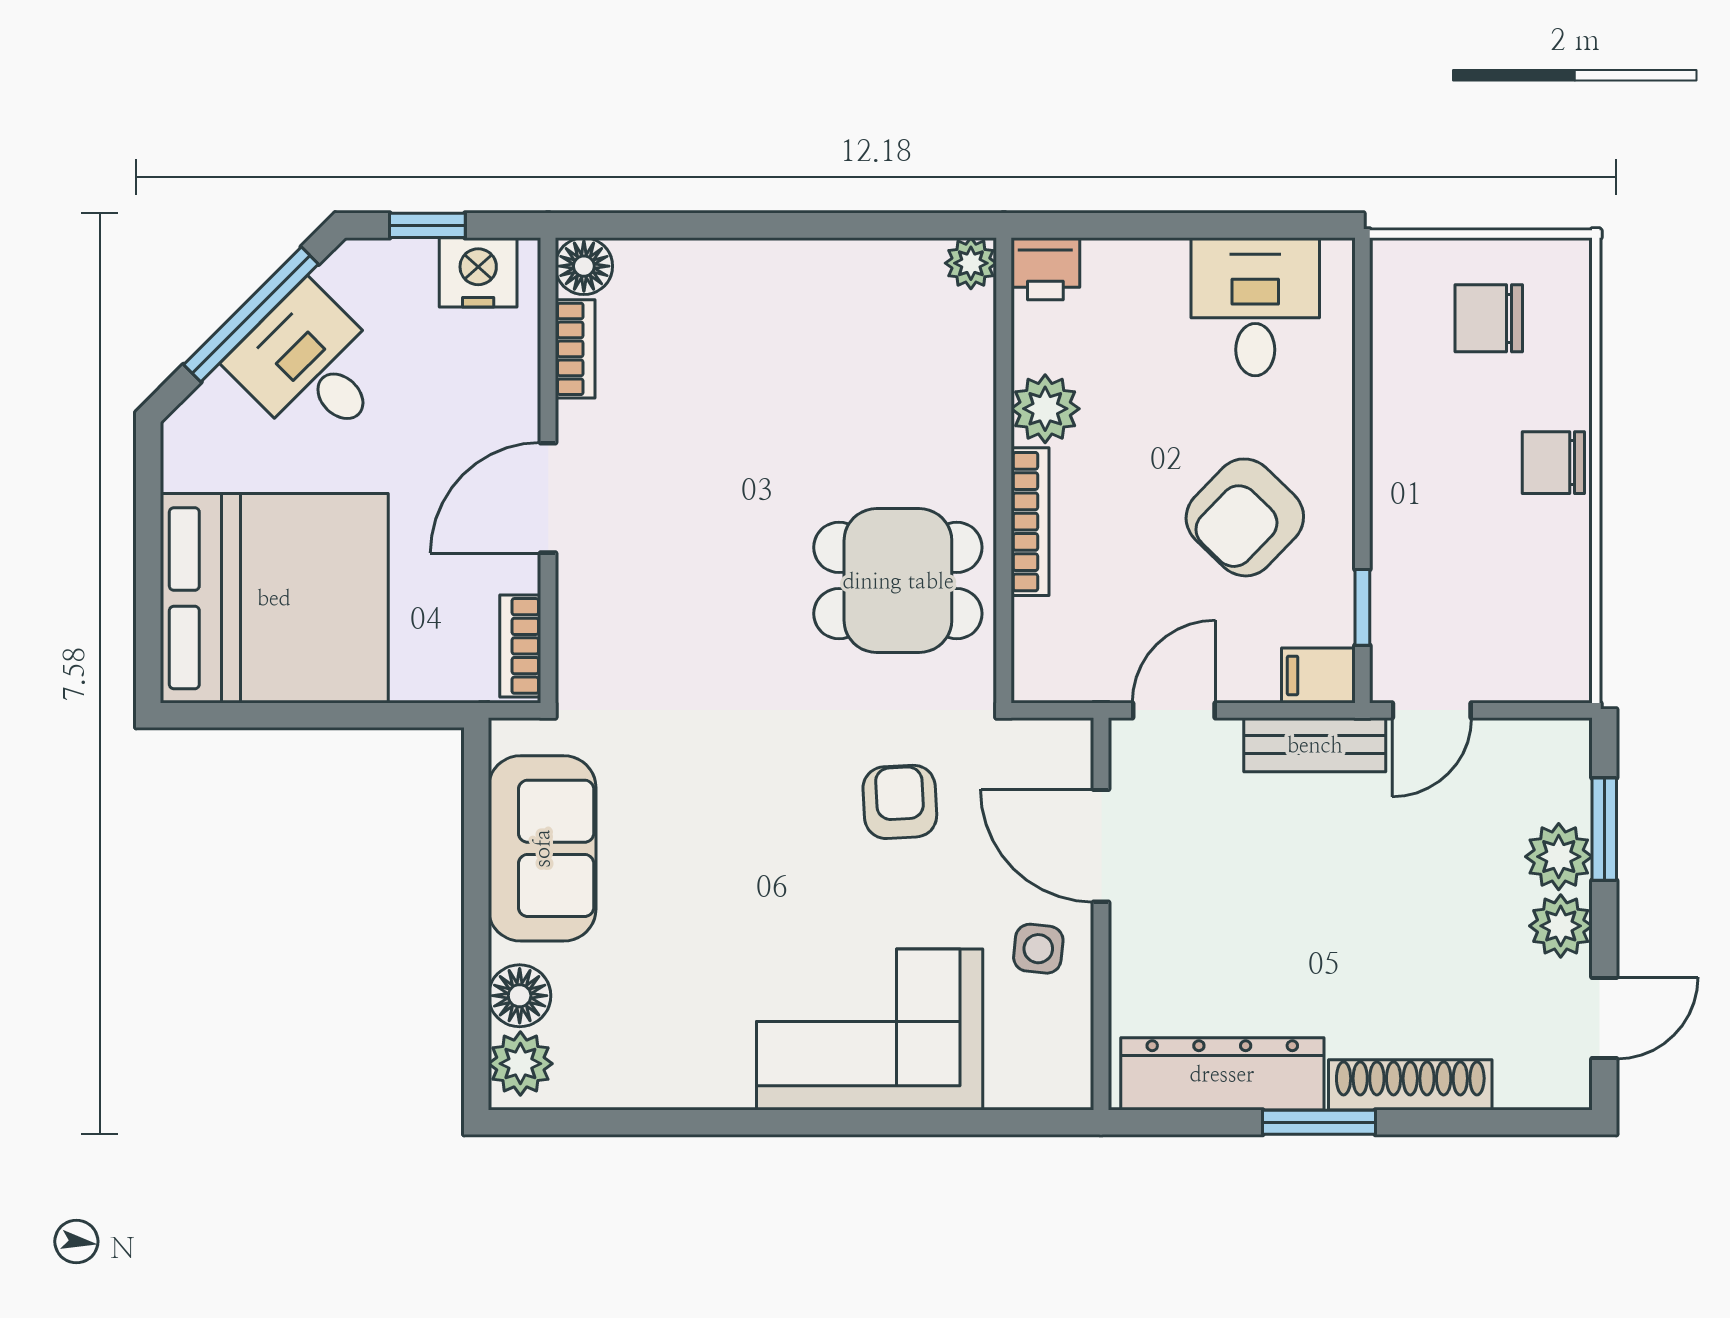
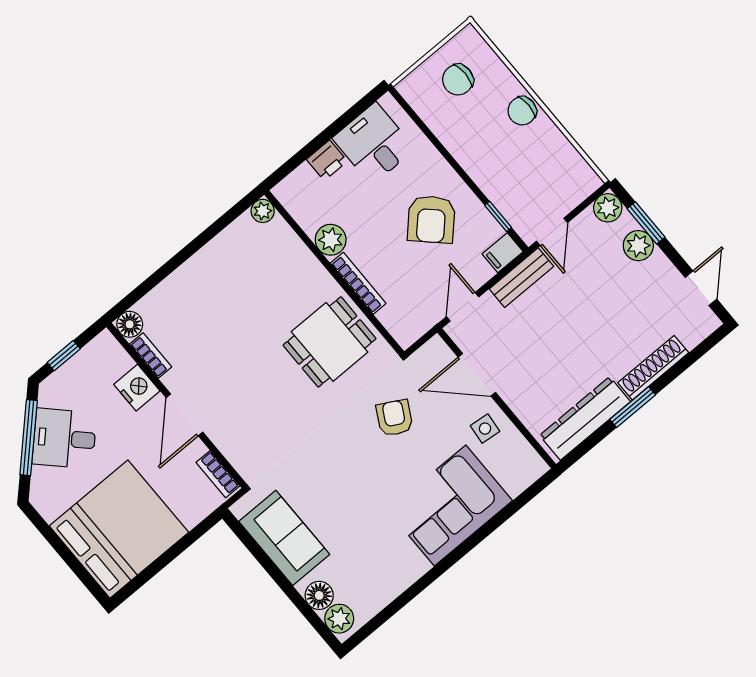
printer: (1045, 269) -> (327, 160), moved
nightstand: (478, 272) -> (137, 388), moved, turned 90
armchair: (900, 802) -> (395, 418), turned 32
plant: (1561, 926) -> (608, 208), moved

